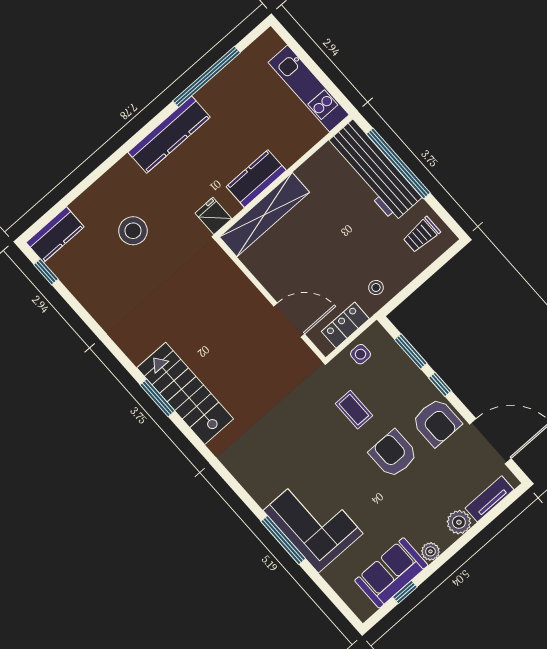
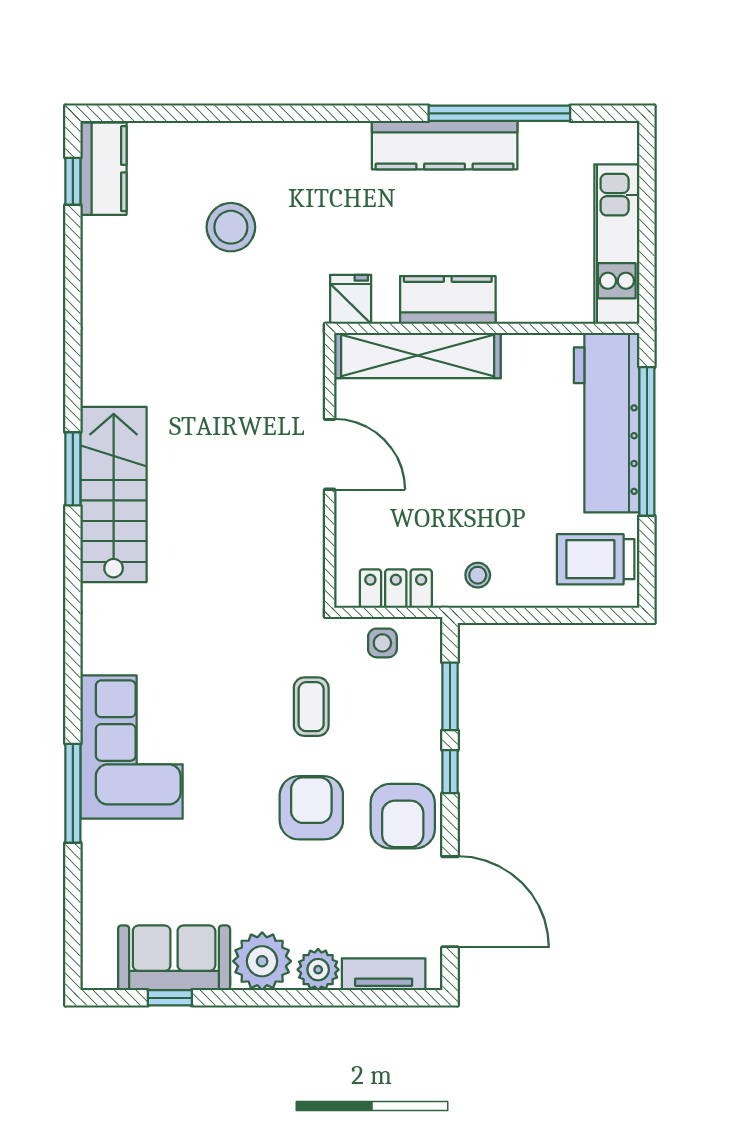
kitchen counter: (169, 135) -> (445, 145), moved
kitchen counter: (55, 235) -> (103, 169), moved, turned -90
trolley: (421, 235) -> (596, 559), width x1.36, depth x1.39
door: (289, 320) -> (330, 454), moved
corner sofa: (313, 522) -> (132, 747), moved
plant: (430, 551) -> (262, 961), width x1.87, depth x1.87

